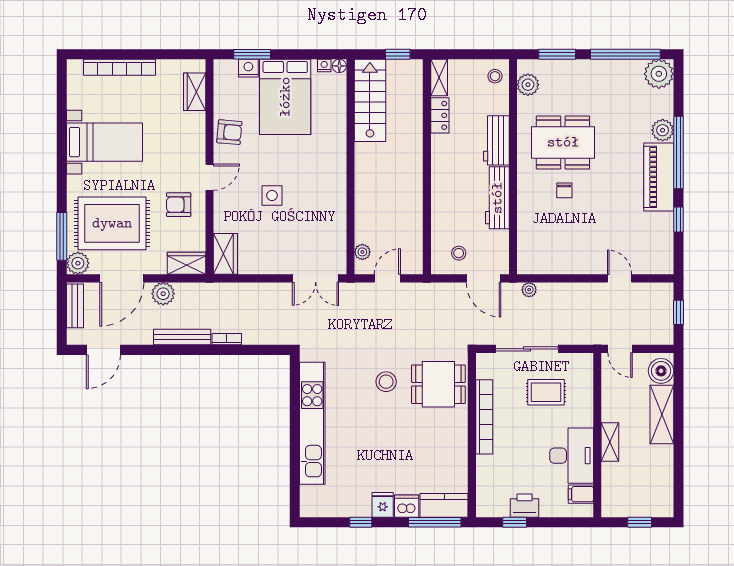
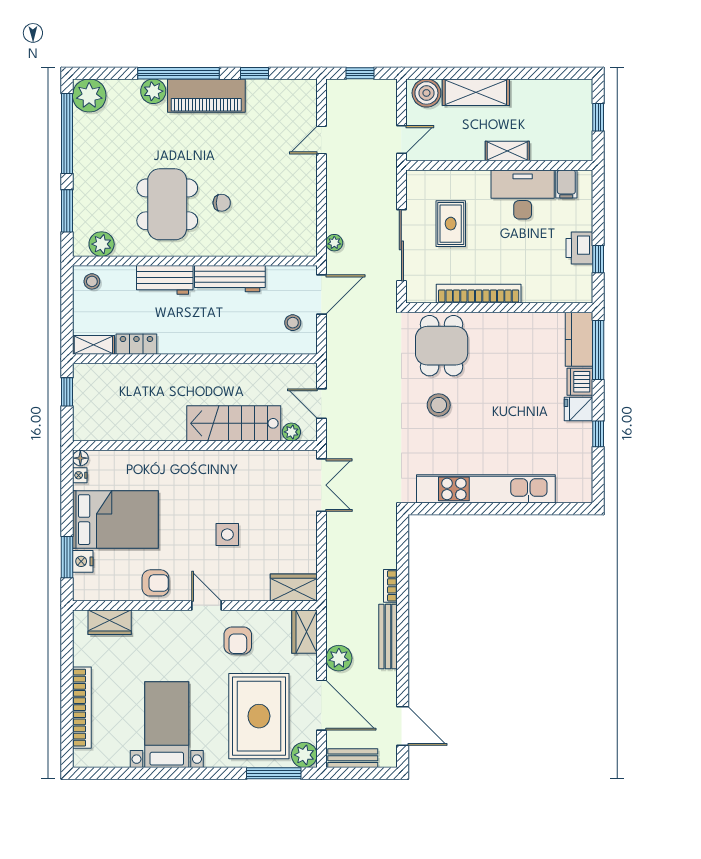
stairs: (370, 100) -> (234, 423), moved
armchair: (229, 132) -> (155, 583), turned 85

